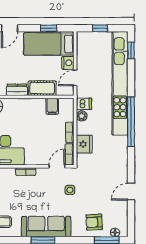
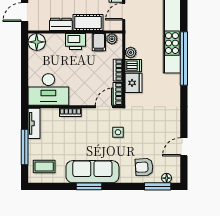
plant: (64, 103) -> (112, 39), added
dishwasher: (84, 104) -> (133, 66), moved
printer: (31, 106) -> (76, 42), added
door: (131, 192) -> (184, 147), moved

